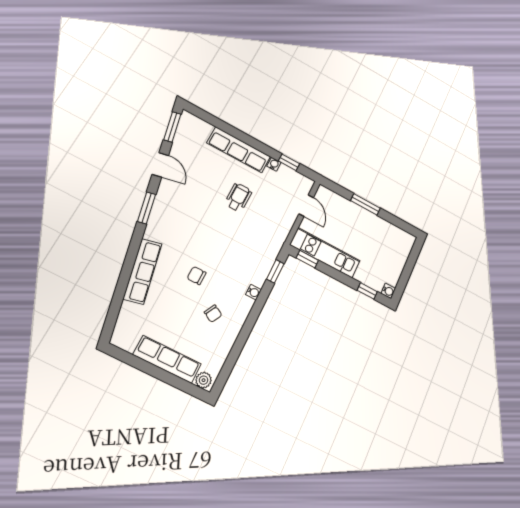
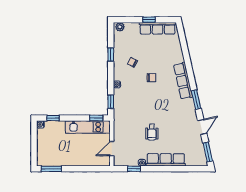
door: (160, 165) -> (202, 127), swing flipped
window: (365, 204) -> (51, 169), moved
door: (306, 206) -> (112, 149), hinge flipped
row of seats: (143, 271) -> (183, 81), moved
window: (240, 343) -> (111, 55), added
row of seats: (167, 359) -> (158, 28), moved
window: (151, 369) -> (149, 20), added

